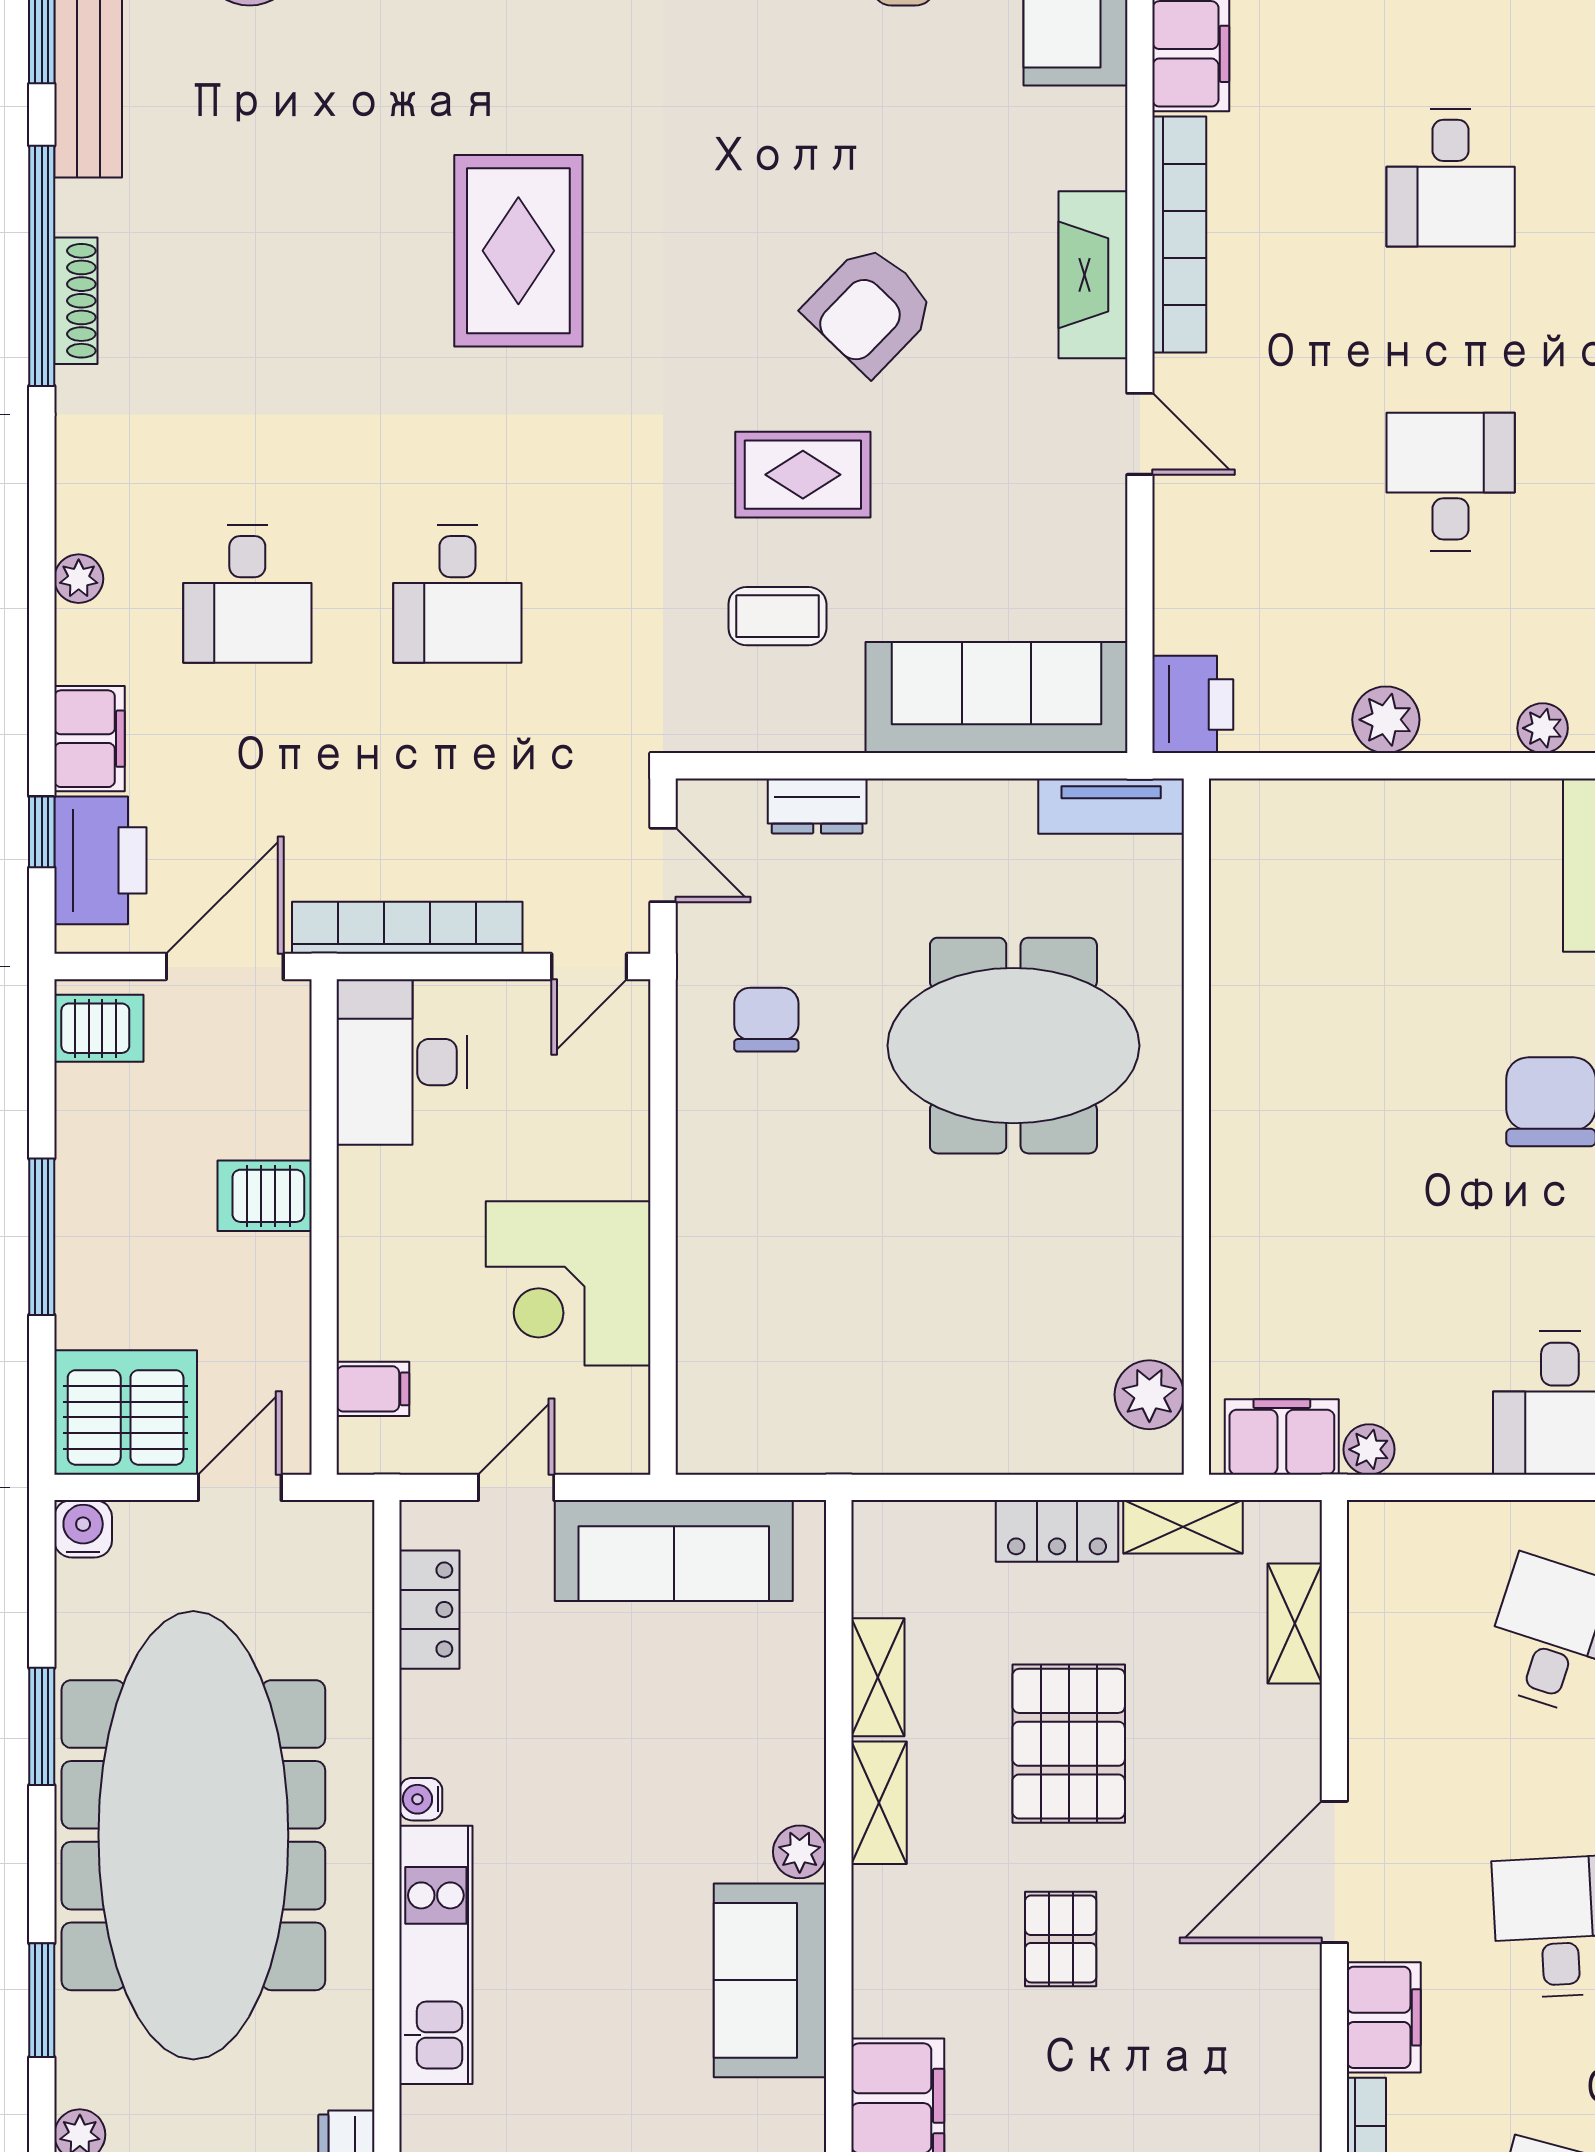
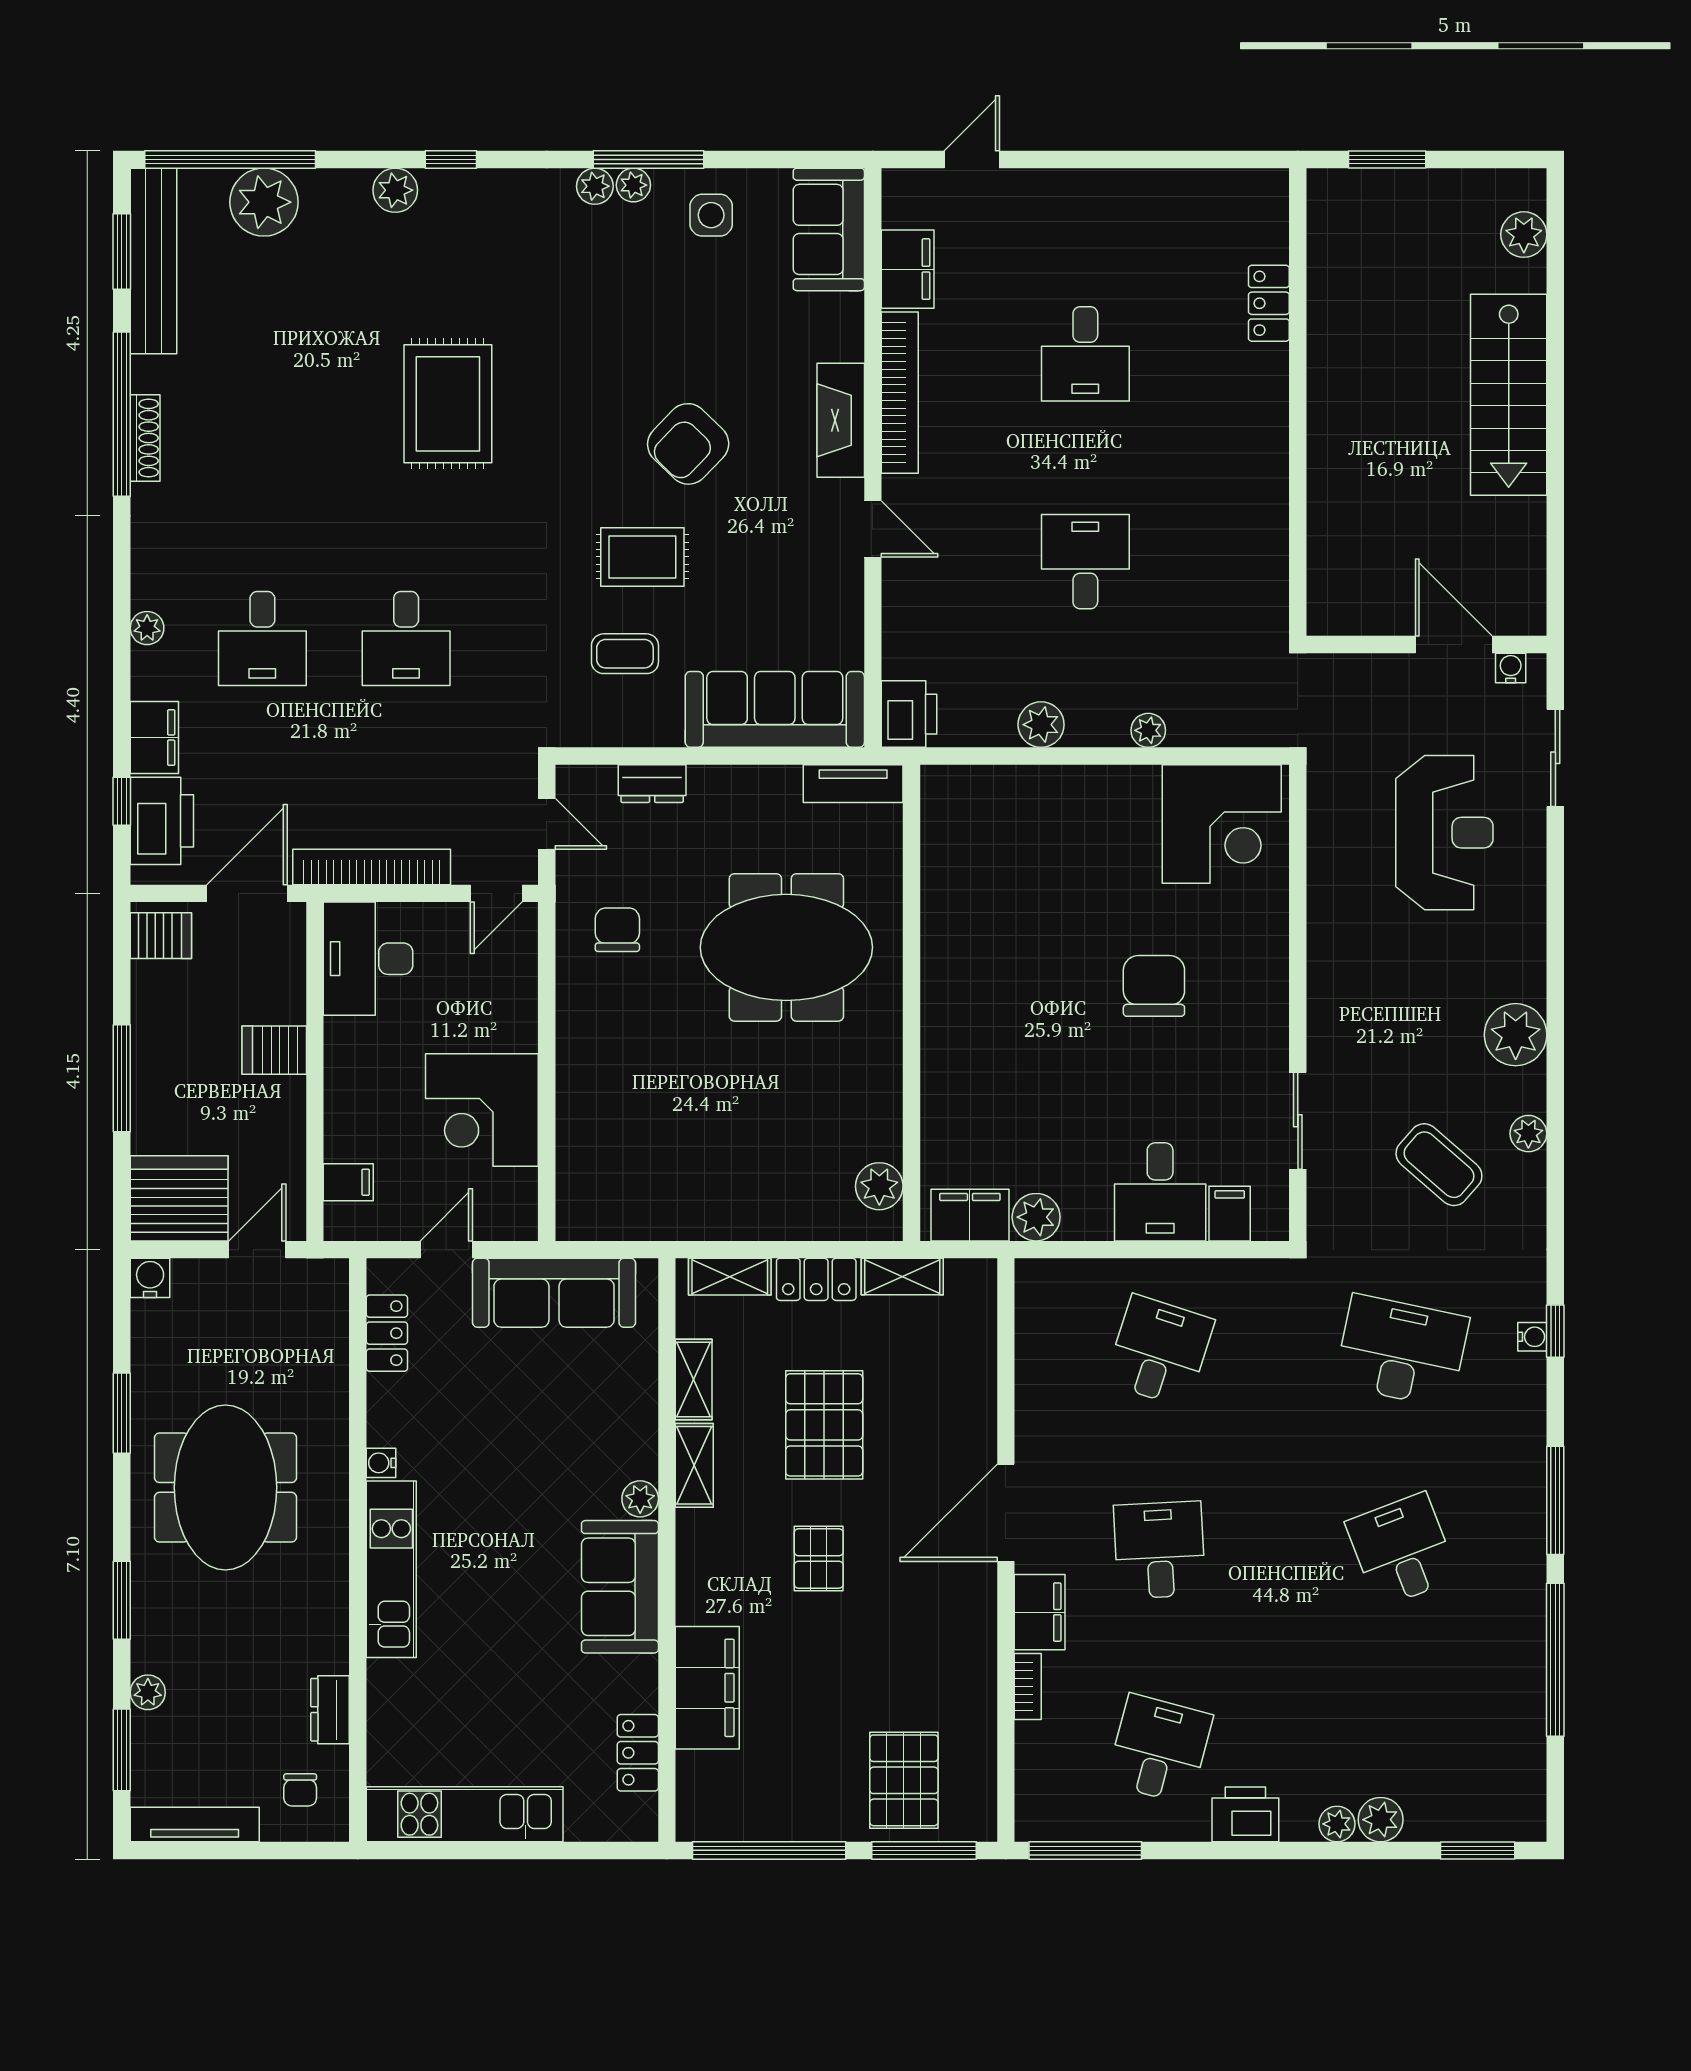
plant: (1369, 1449) -> (1036, 1217), width x1.38, depth x1.38
shelving: (1295, 1624) -> (730, 1277), moved, turned 90
meeting table: (193, 1835) -> (225, 1487), width x0.54, depth x0.79

